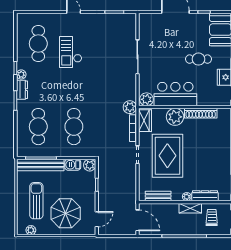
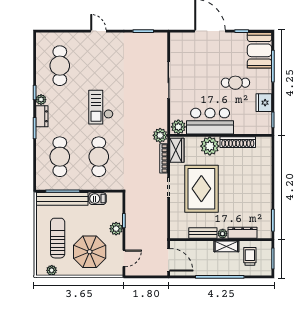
checkout: (71, 52) -> (101, 107), moved
plant: (90, 165) -> (116, 229), moved
bench: (158, 196) -> (203, 233), moved

